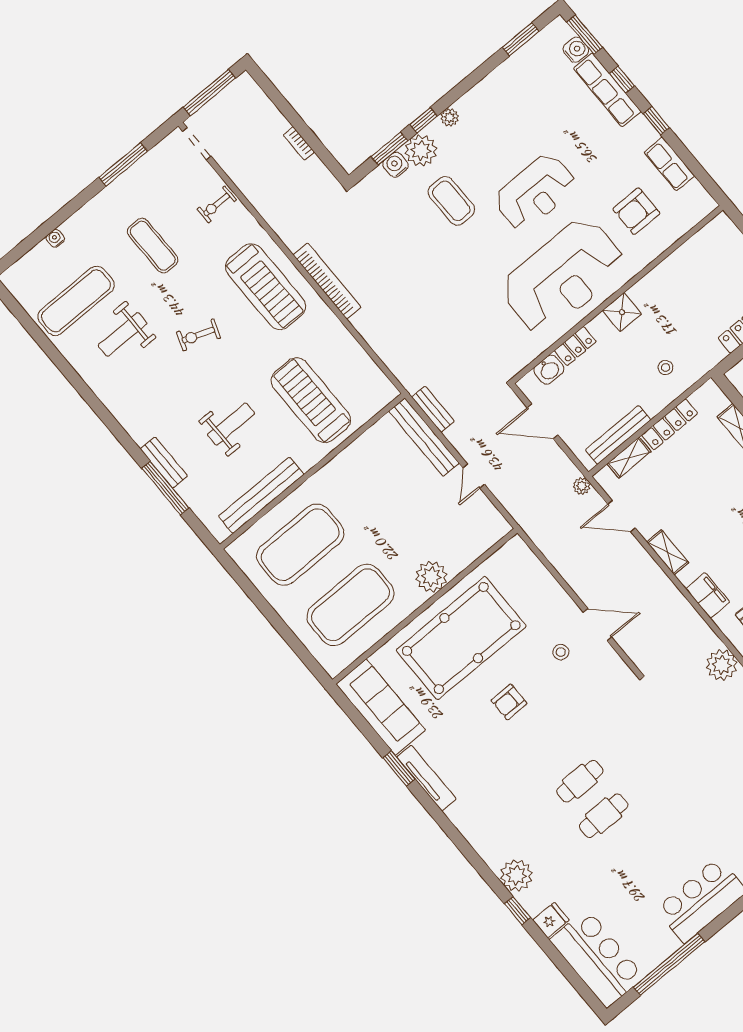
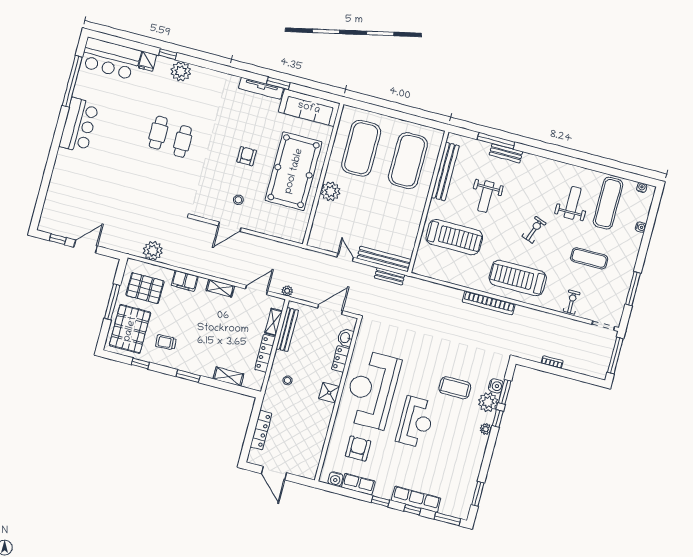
water cooler: (576, 50) -> (335, 479), moved
reception desk: (535, 192) -> (416, 422), turned 180
water cooler: (17, 290) -> (642, 188), added

